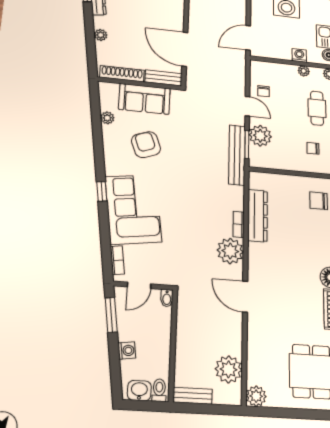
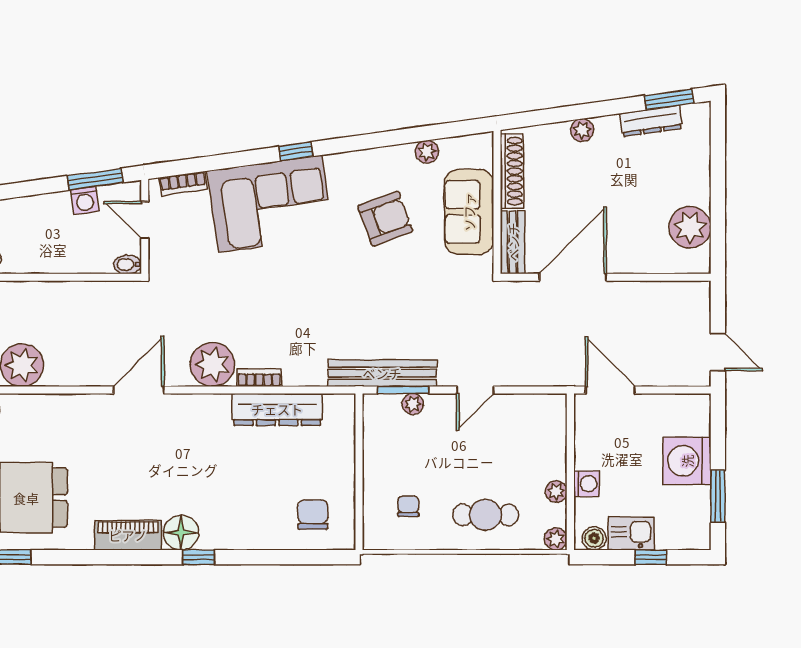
chair: (264, 91) -> (508, 419), removed
plant: (260, 136) -> (413, 404), width x0.53, depth x0.53
washing machine: (127, 351) -> (85, 200), moved

